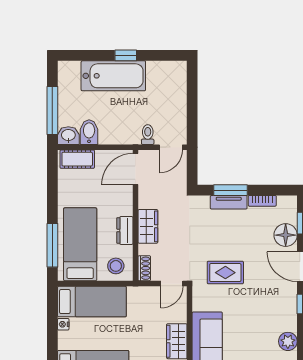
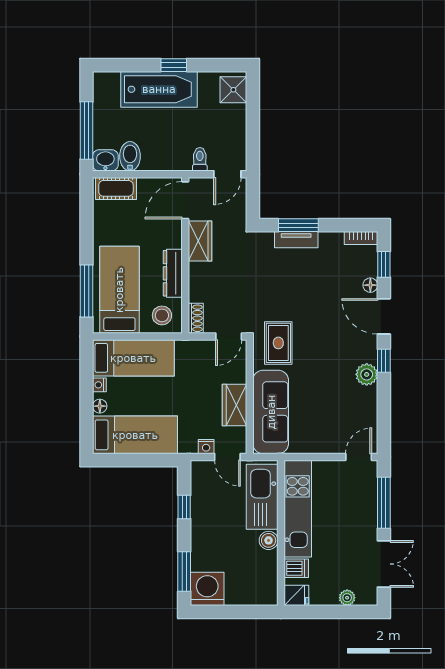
shower: (176, 76) -> (233, 90), added
bookcase: (262, 201) -> (361, 238), moved
wardrobe: (148, 226) -> (200, 241), moved
dresser: (125, 230) -> (173, 273), width x1.44
floor lamp: (286, 235) -> (370, 285), width x0.53, depth x0.53
rug: (225, 273) -> (278, 343), moved, turned 90
plant: (288, 341) -> (367, 374), moved
floor lamp: (64, 342) -> (100, 406), added

